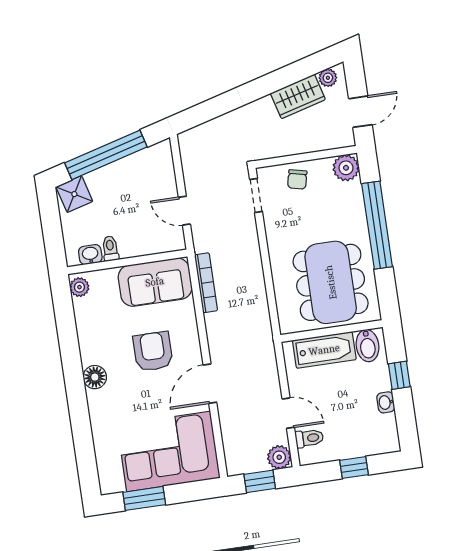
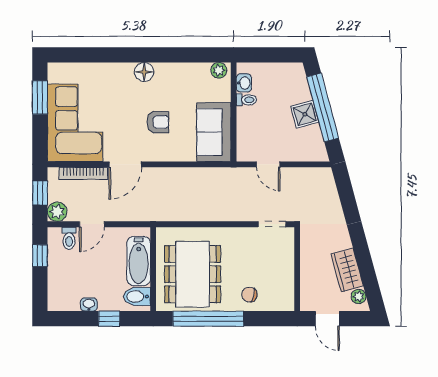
plant: (346, 168) -> (284, 300), removed
chair: (297, 179) -> (249, 295), moved
shower: (74, 194) -> (305, 114), moved
door: (184, 211) -> (268, 164), swing flipped
window: (377, 225) -> (208, 319), moved
dining table: (331, 282) -> (193, 274), turned 90
bookcase: (206, 283) -> (83, 173), moved
armchair: (153, 351) -> (158, 122), width x0.72, depth x0.72
door: (210, 384) -> (125, 164), swing flipped
window: (354, 467) -> (40, 256), moved

